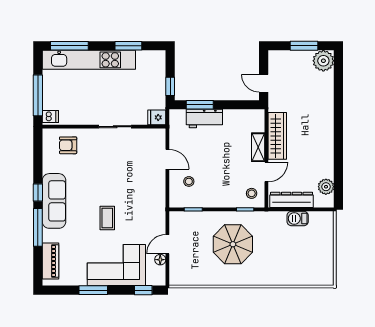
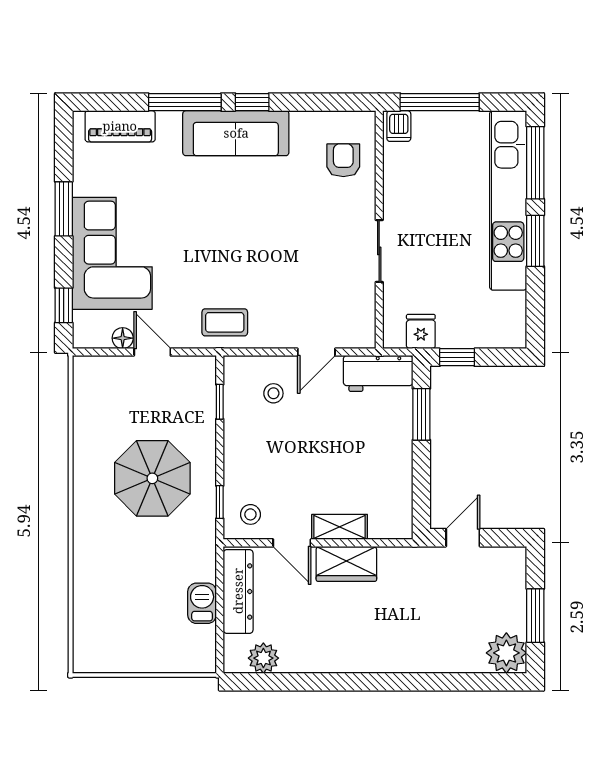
window: (128, 46) -> (535, 241), moved
fridge: (157, 117) -> (421, 332), moved
workbench: (204, 119) -> (378, 373), moved, turned -90
wardrobe: (277, 136) -> (346, 564), width x0.67
coffee table: (107, 218) -> (225, 322), moved

